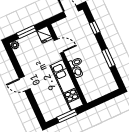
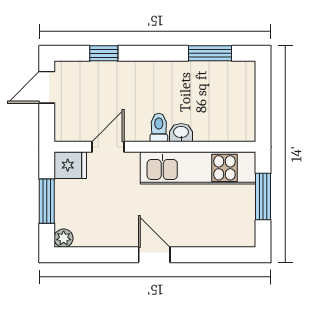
window: (108, 58) -> (210, 53), moved
door: (25, 84) -> (154, 255), swing flipped

